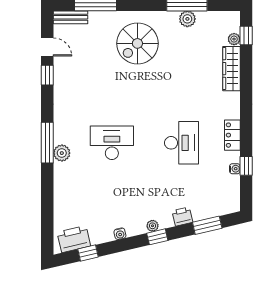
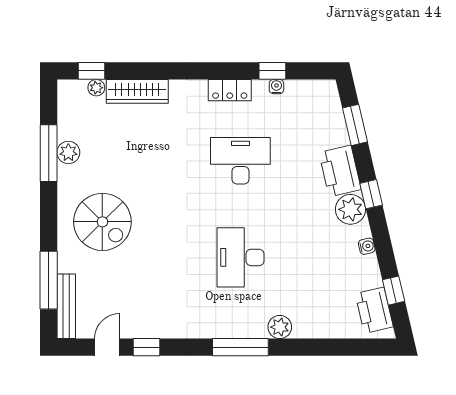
bench: (70, 17) -> (66, 306), width x1.36
plant: (62, 153) -> (280, 327), moved
printer: (182, 216) -> (340, 171), width x1.87, depth x1.48
plant: (153, 226) -> (350, 209), width x1.88, depth x1.88

